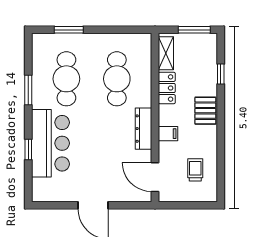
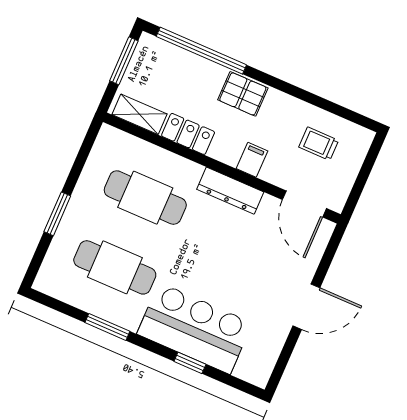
window: (69, 30) -> (57, 214), moved
window: (221, 74) -> (201, 51), width x3.17
door: (155, 177) -> (304, 204), hinge flipped

